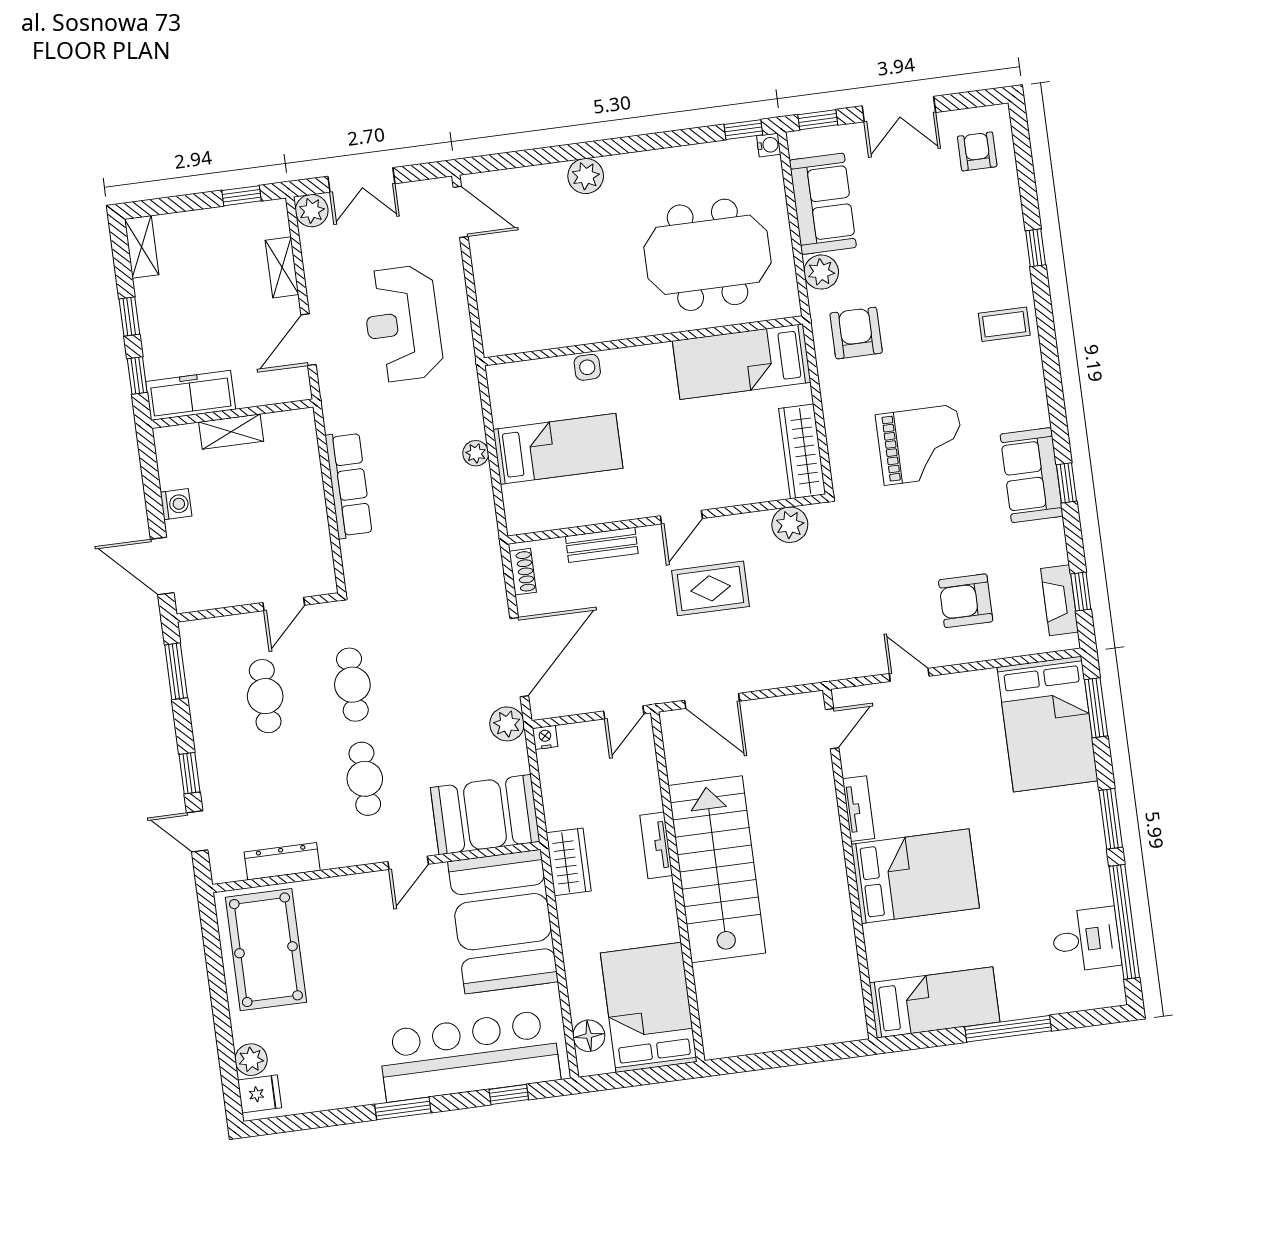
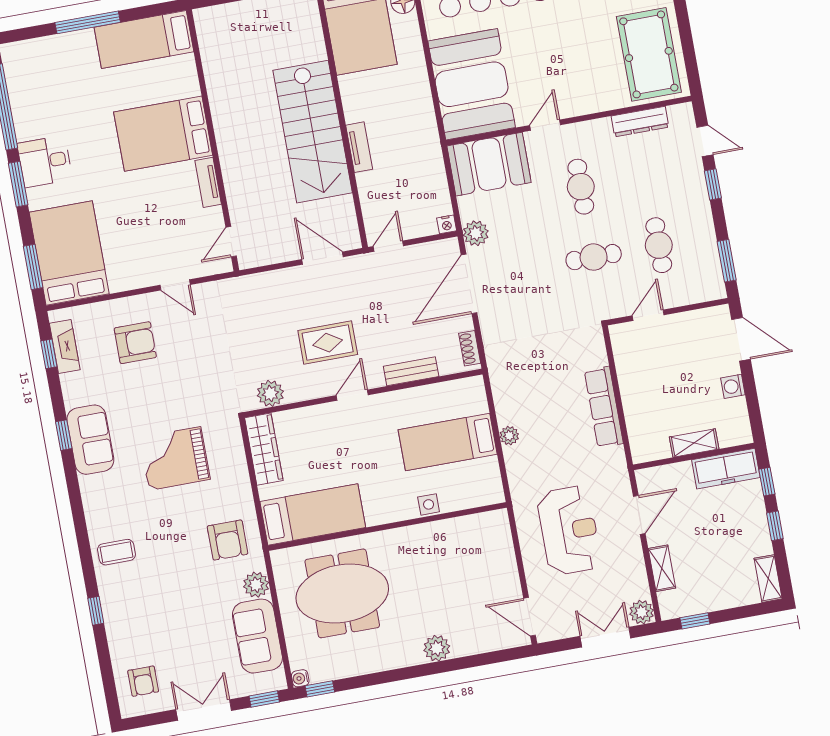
cafe table: (352, 685) -> (594, 257), turned 90
wardrobe: (569, 862) -> (424, 132), removed
desk: (1086, 940) -> (45, 161), moved

